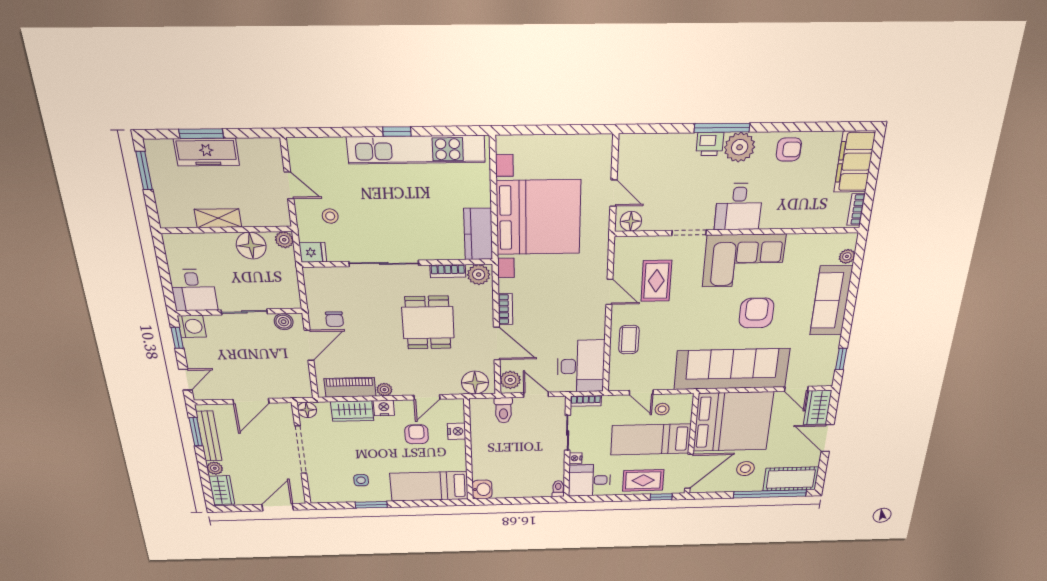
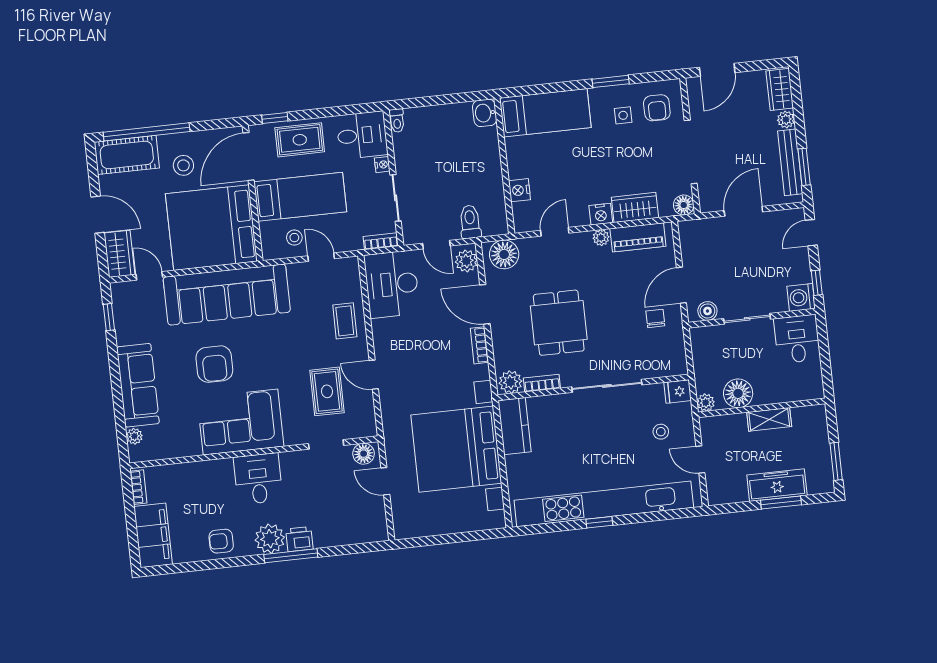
kitchen unit: (416, 150) -> (604, 504), width x1.36
doorway: (689, 233) -> (326, 444), moved
armchair: (417, 434) -> (657, 108), moved

